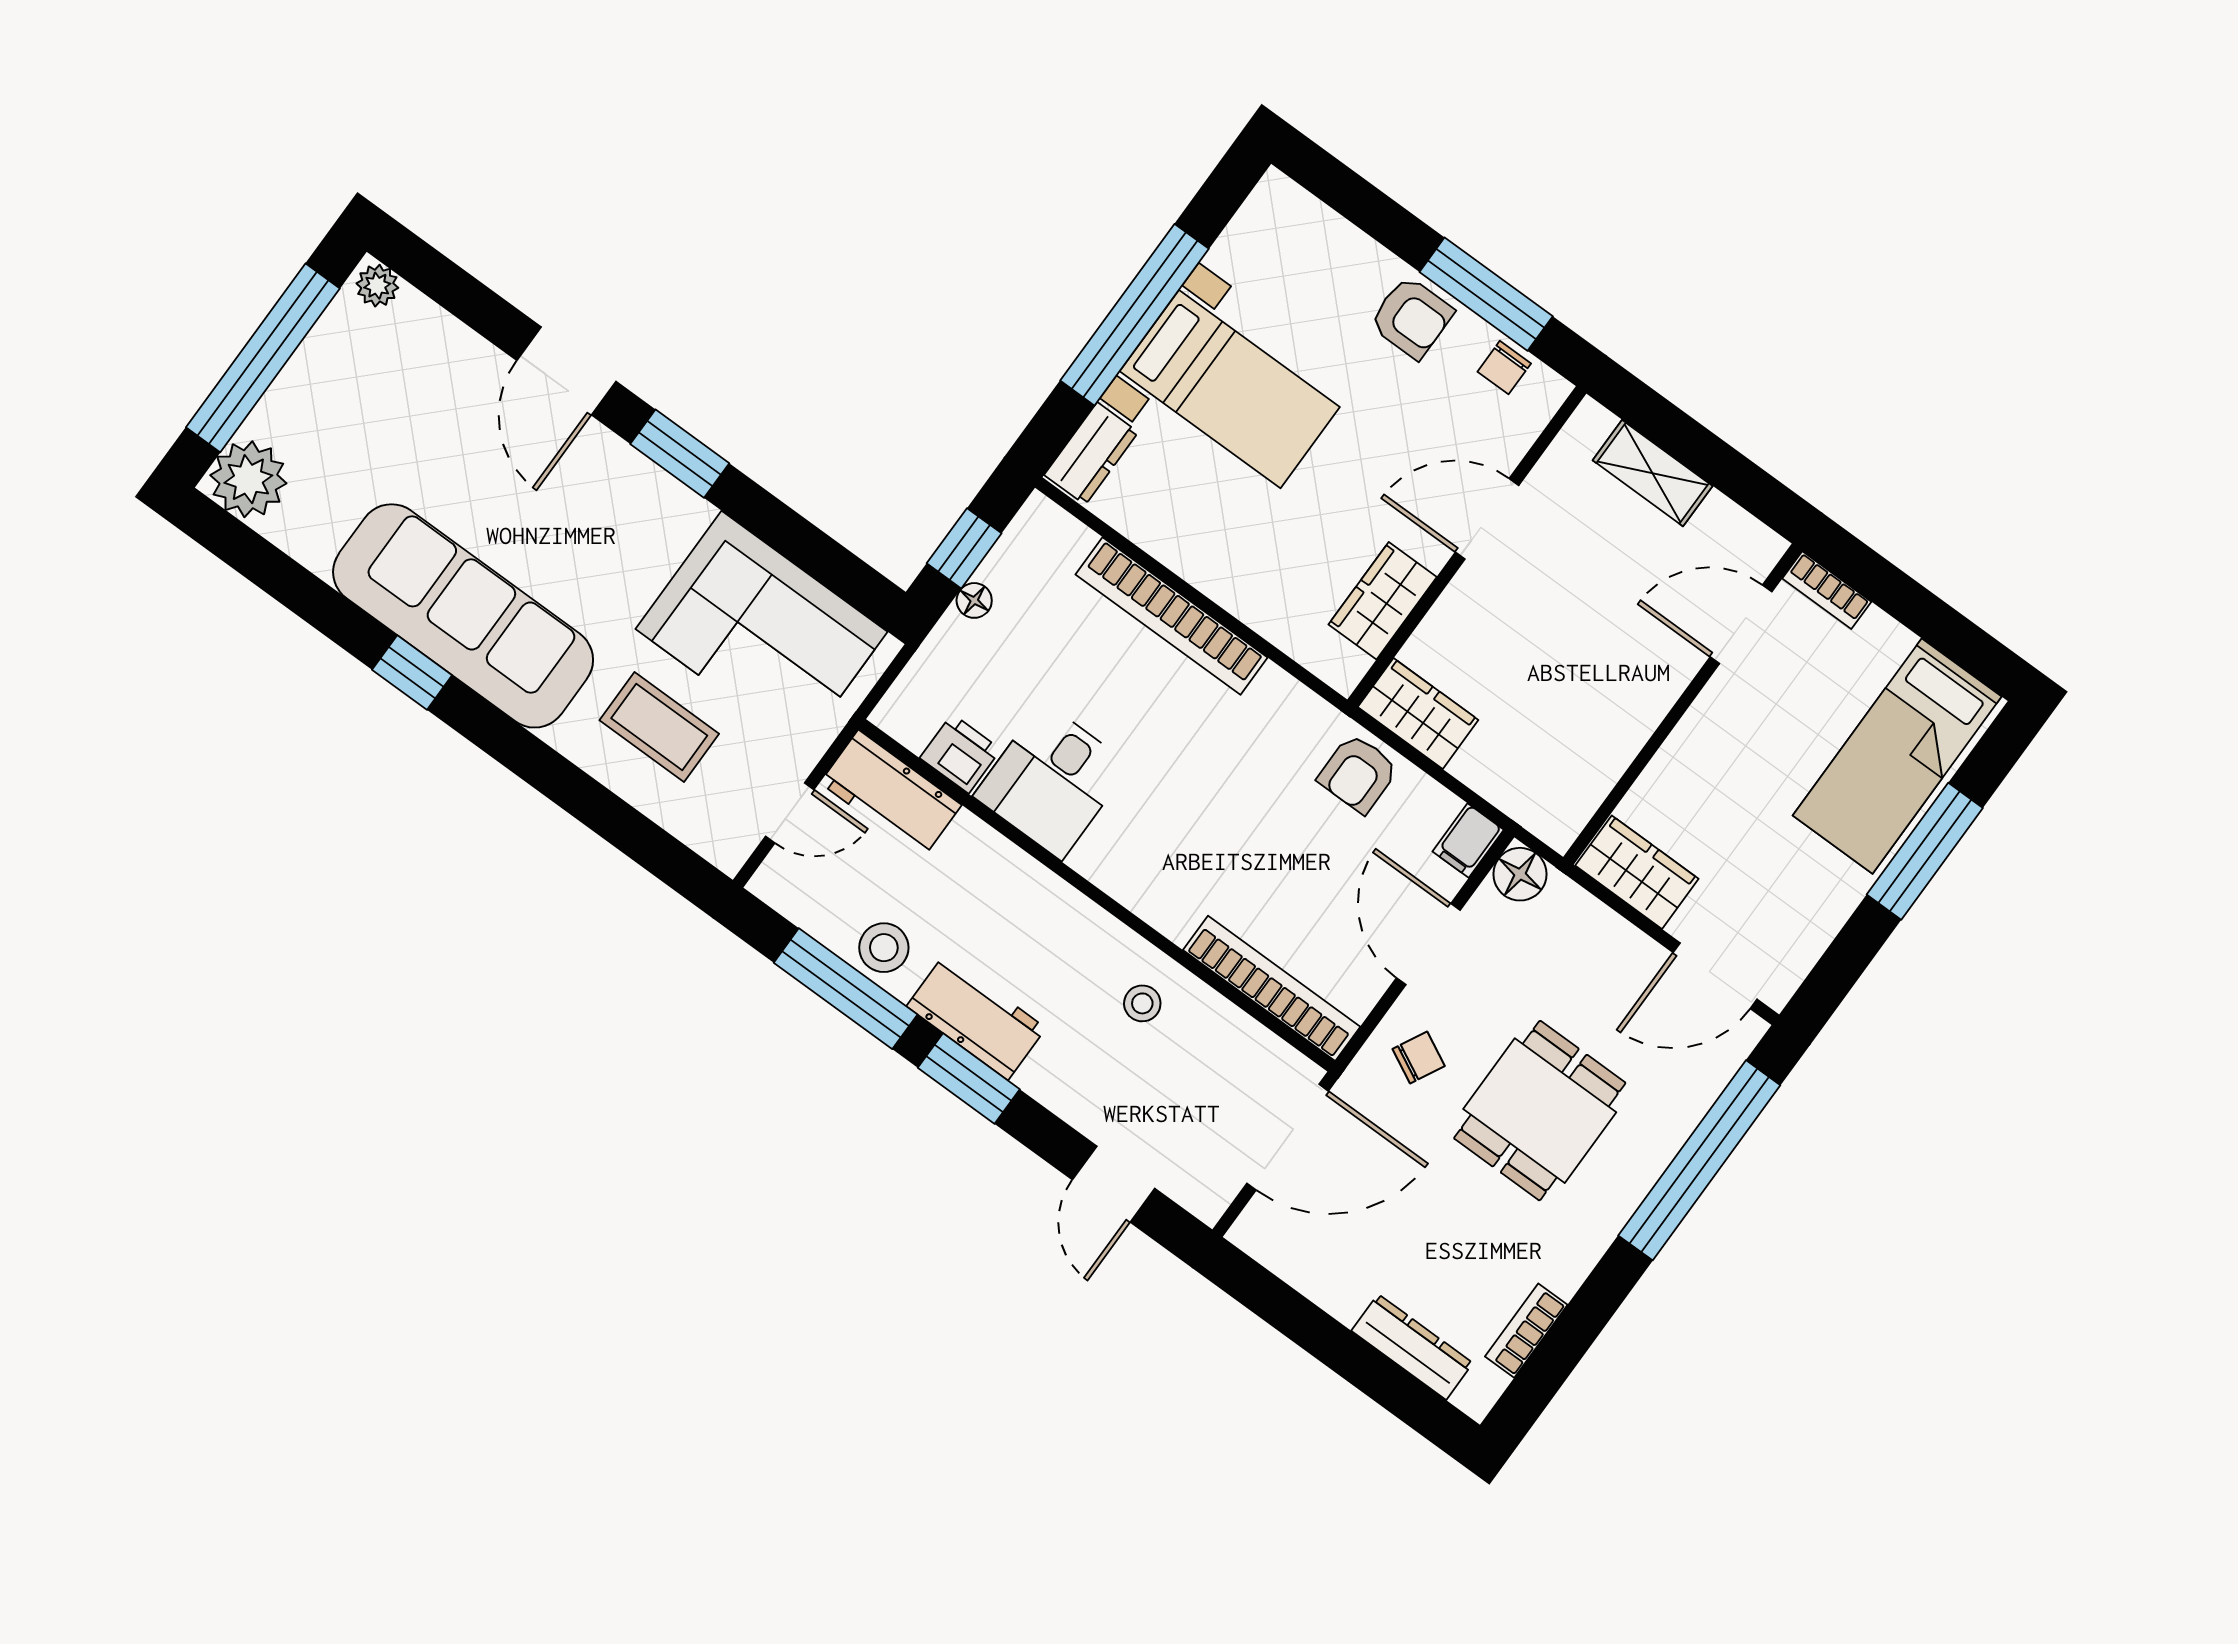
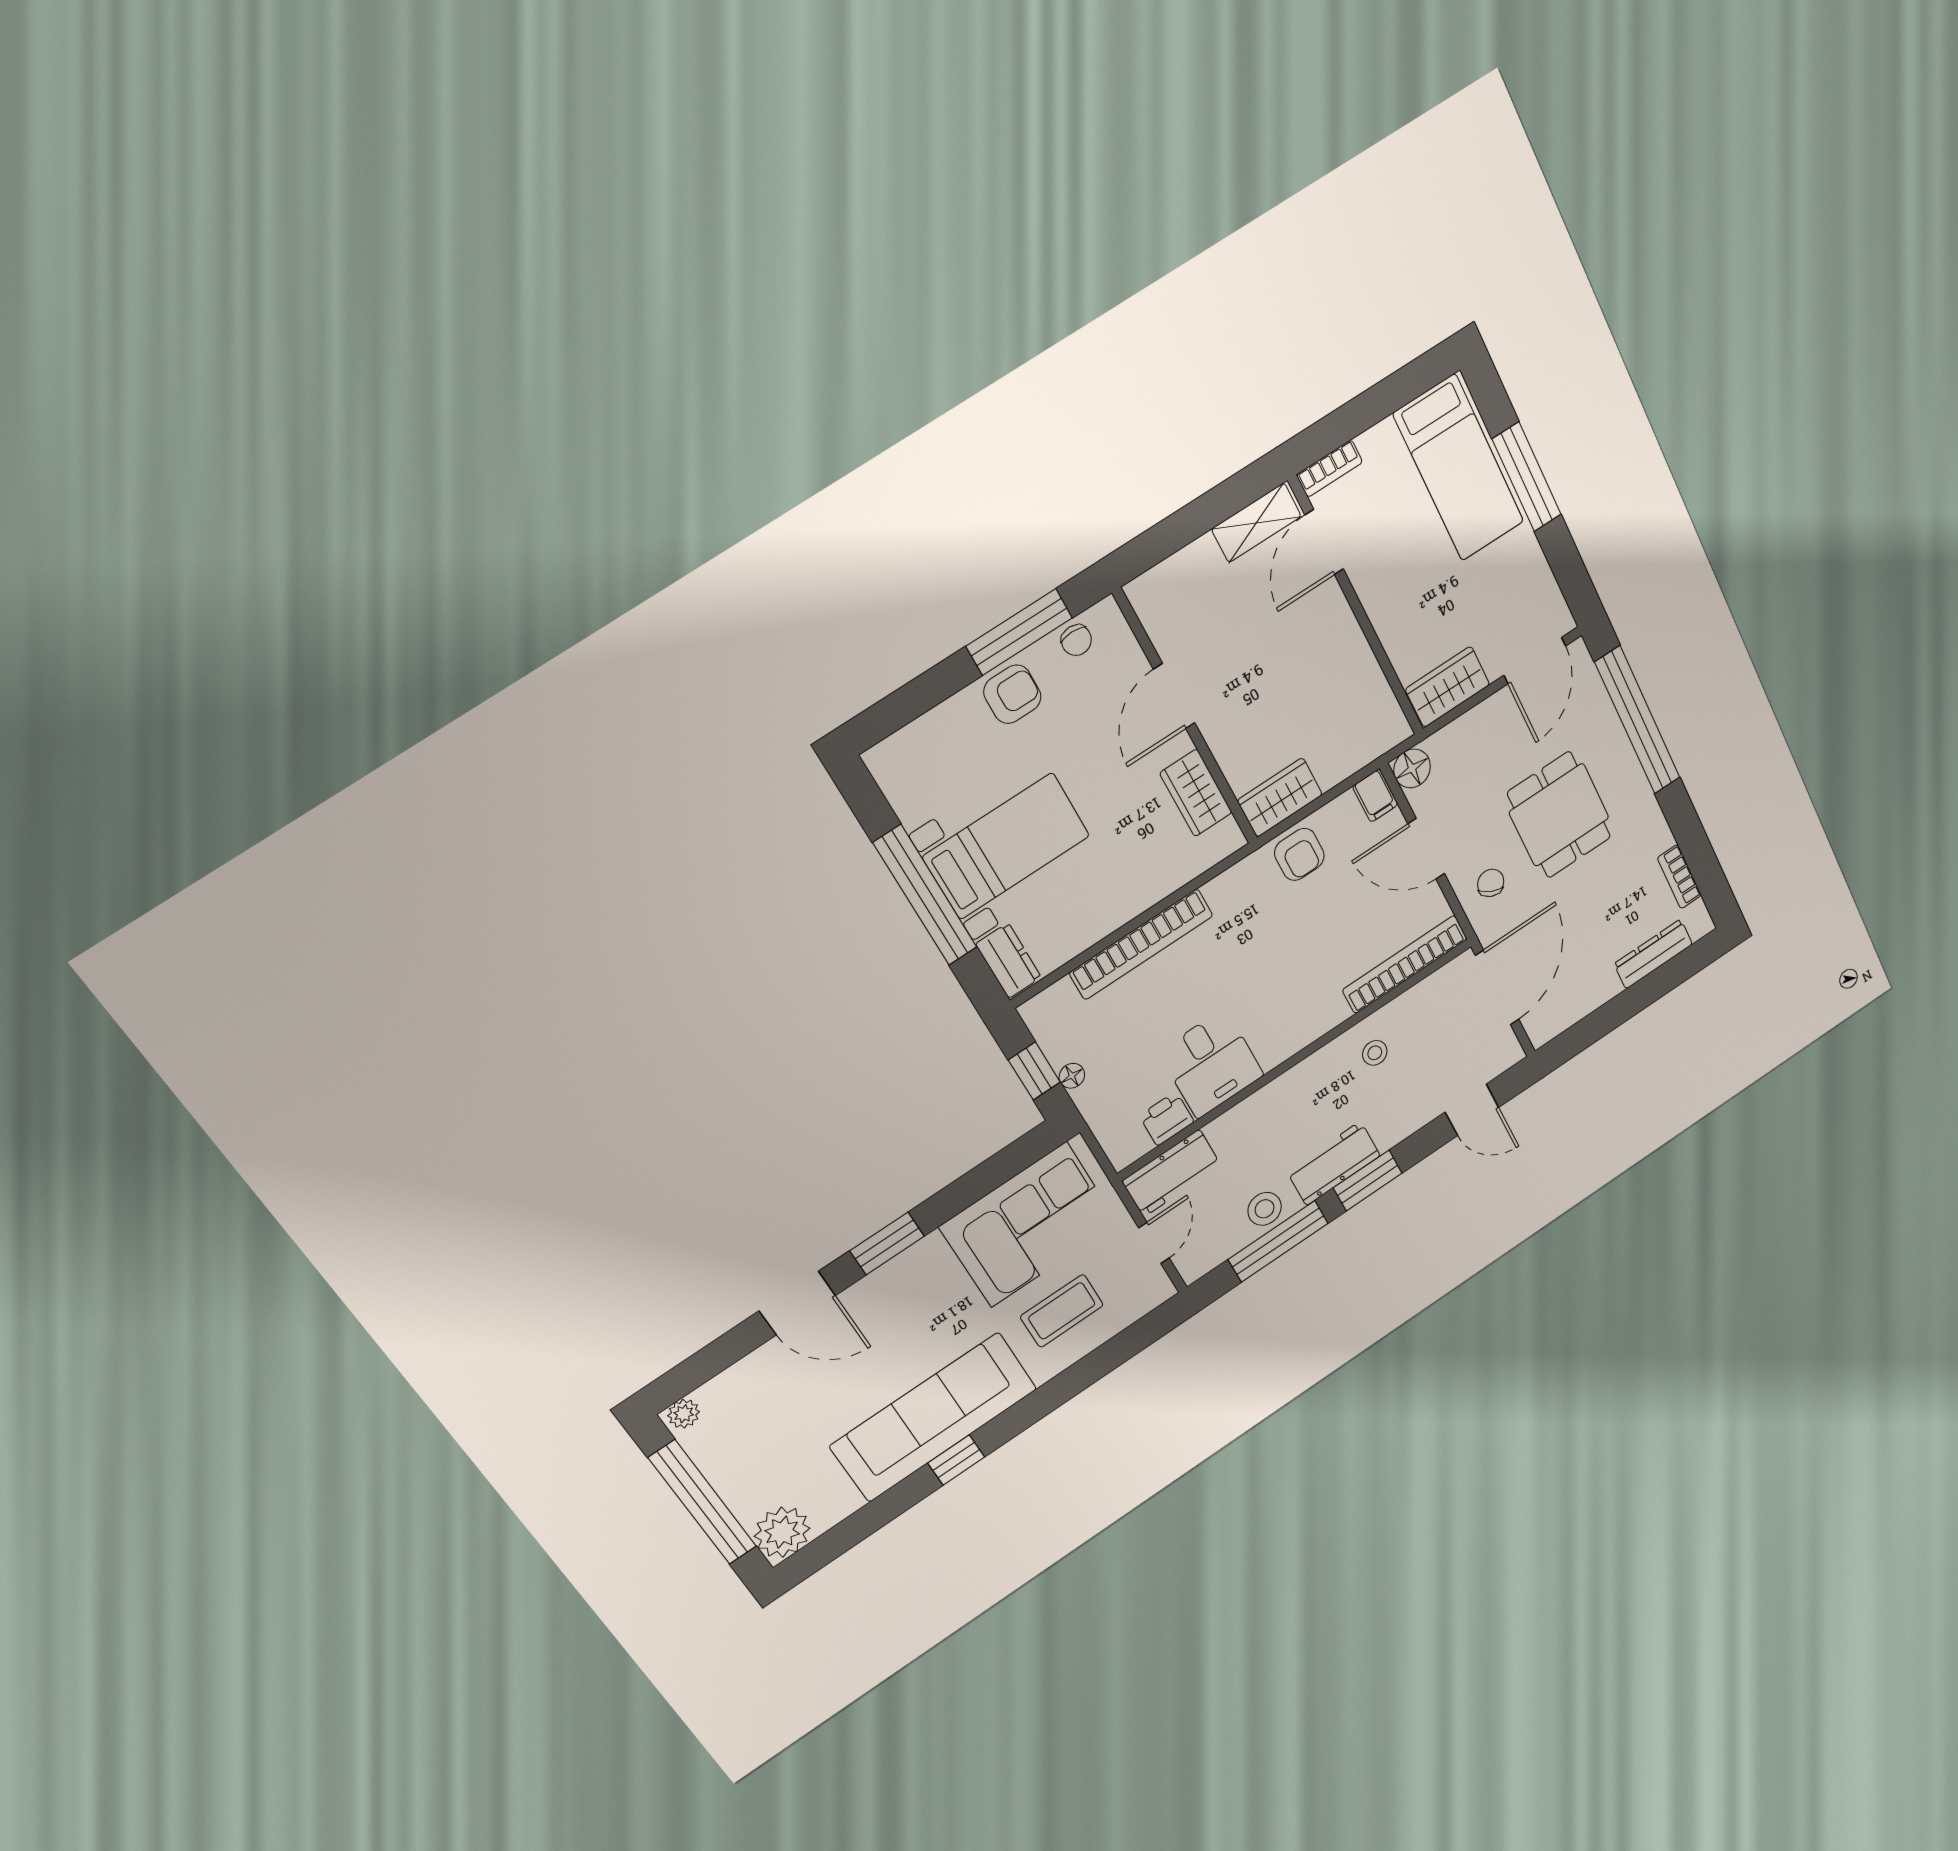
shelving: (1653, 473) -> (1256, 523), moved

